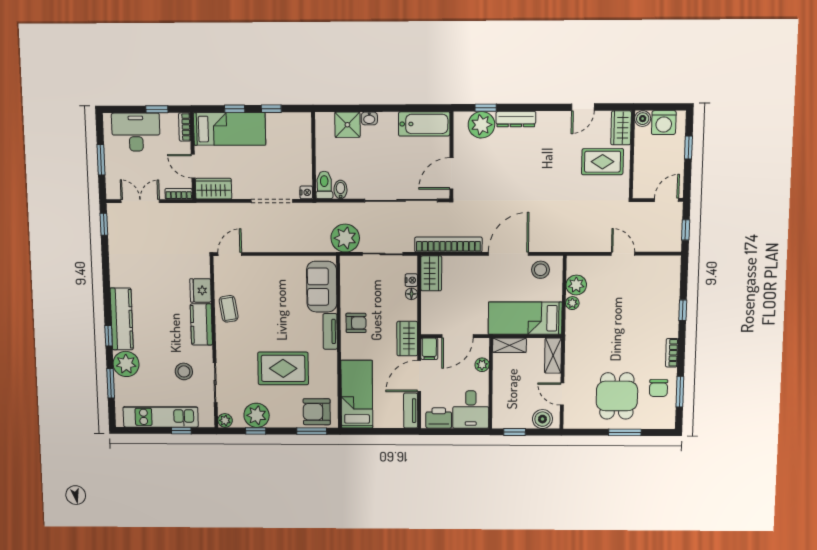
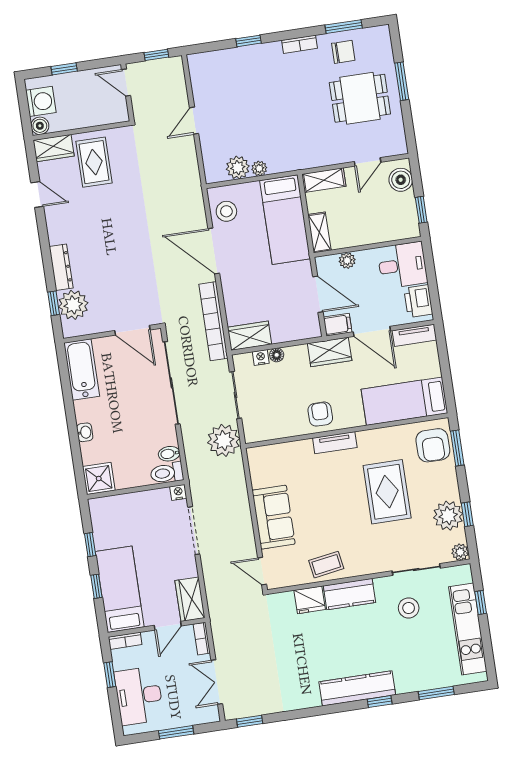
shower: (347, 125) -> (99, 479), moved
sofa: (322, 287) -> (274, 517), moved, turned -90
plant: (126, 364) -> (410, 677), removed

